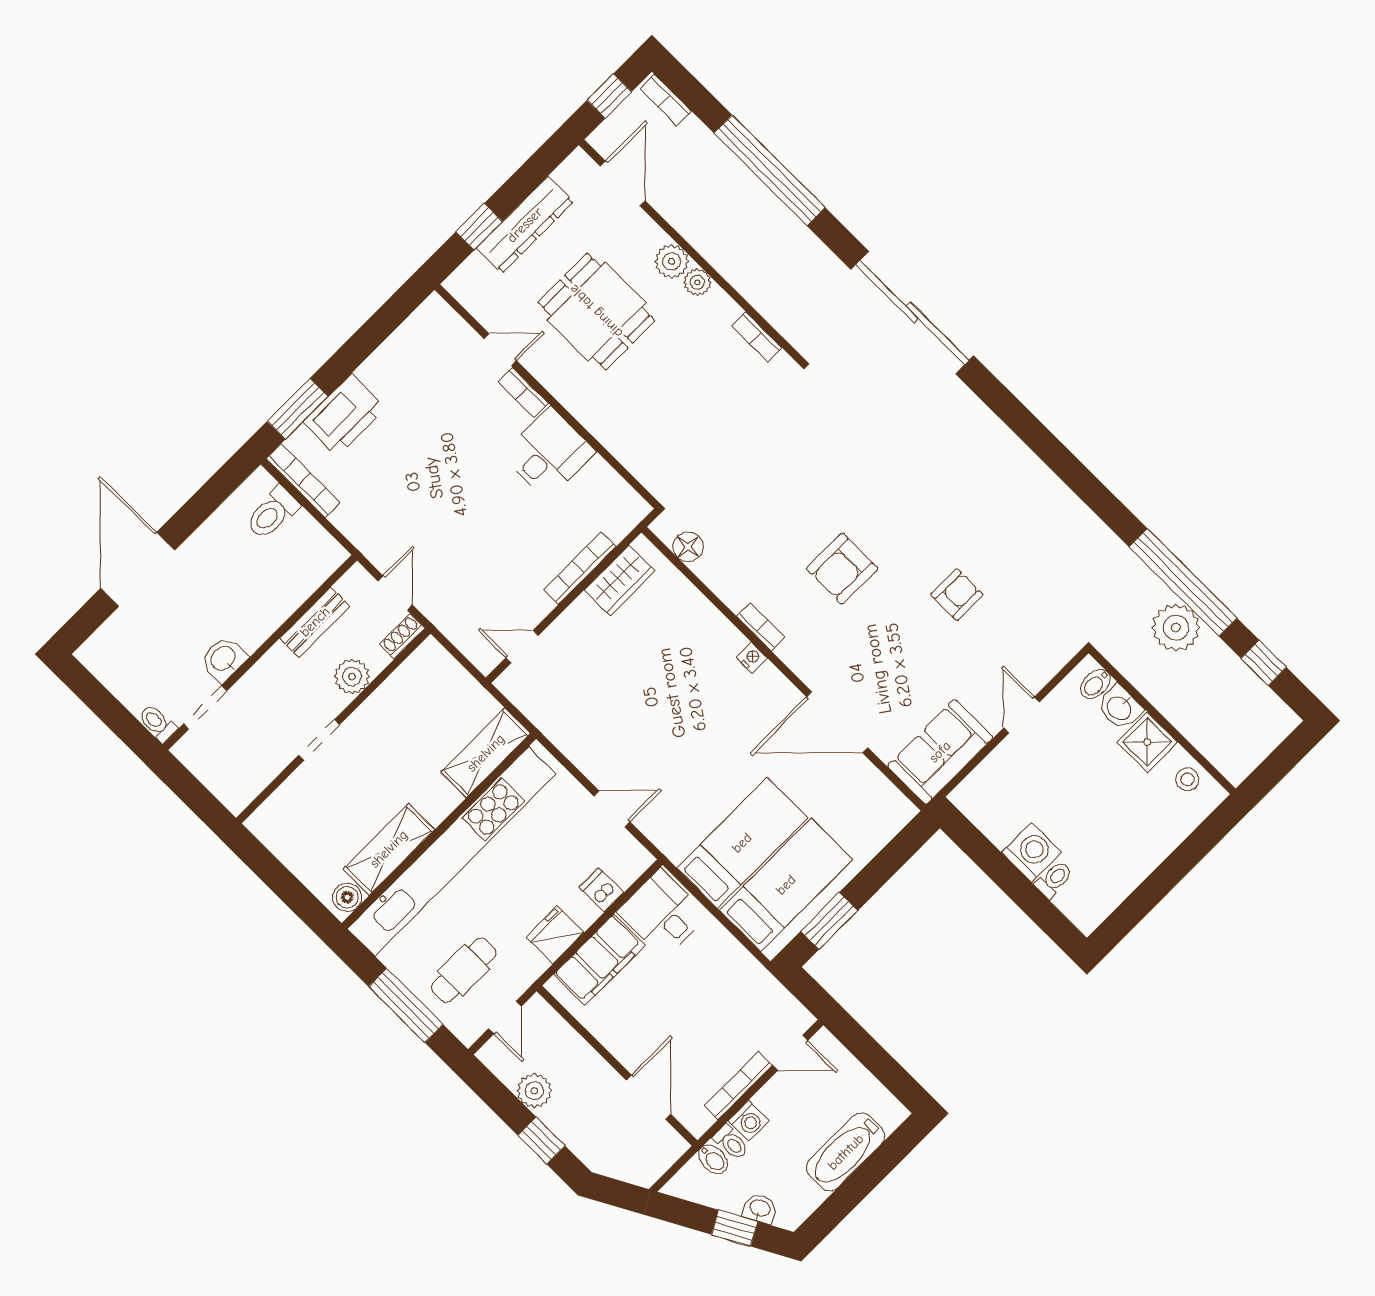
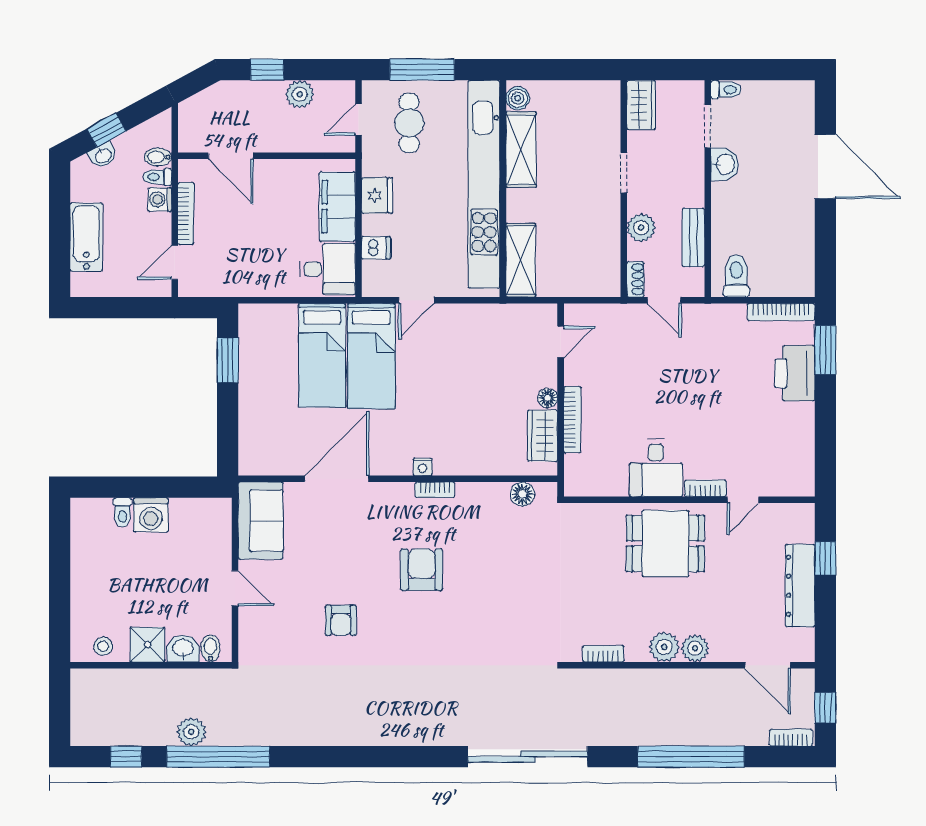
plant: (697, 282) -> (664, 647), width x1.38, depth x1.38
dining table: (596, 311) -> (665, 544), moved
toilet: (272, 513) -> (736, 276), moved
floor lamp: (582, 609) -> (548, 398), added
plant: (1176, 628) -> (191, 732), width x0.73, depth x0.73
wardrobe: (245, 784) -> (641, 105), added
bed: (786, 885) -> (371, 356), moved
door: (505, 1018) -> (358, 119), hinge flipped

